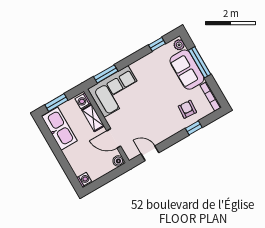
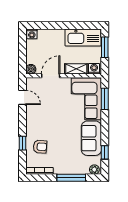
sofa: (187, 70) -> (91, 138), moved, turned -90
door: (150, 153) -> (23, 97), hinge flipped

